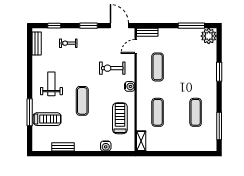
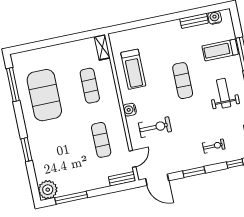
weight bench: (51, 84) -> (224, 93), turned 180
exercise mat: (196, 112) -> (44, 95), width x2.00, depth x1.45
water cooler: (106, 146) -> (215, 18), moved

